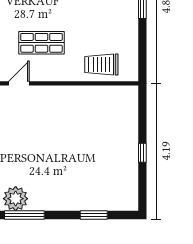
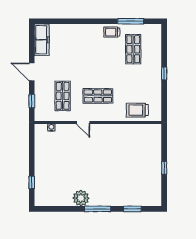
door: (19, 83) -> (83, 122), swing flipped
window: (24, 215) -> (98, 209), moved

